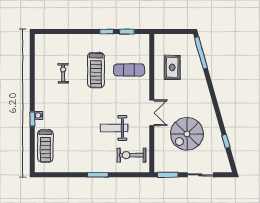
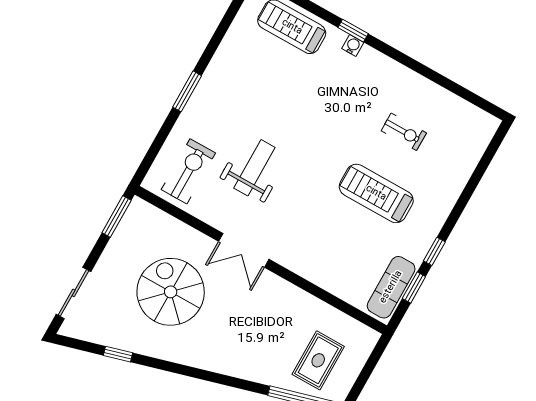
rug: (172, 67) -> (318, 360), moved, turned 90
exercise mat: (129, 70) -> (391, 287), moved
sliding door: (200, 175) -> (73, 293), moved

